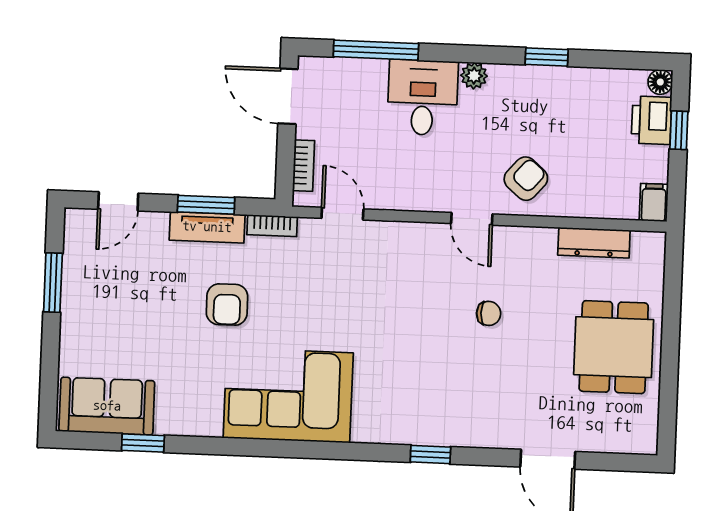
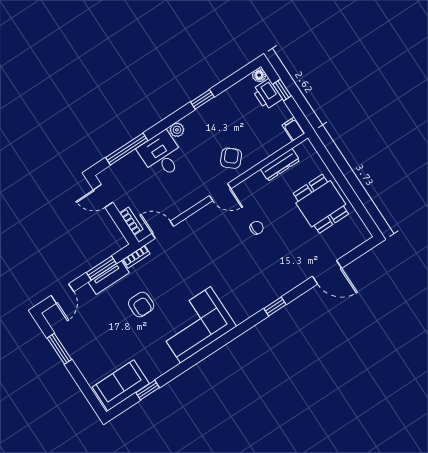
door: (288, 96) -> (103, 196), width x0.73

